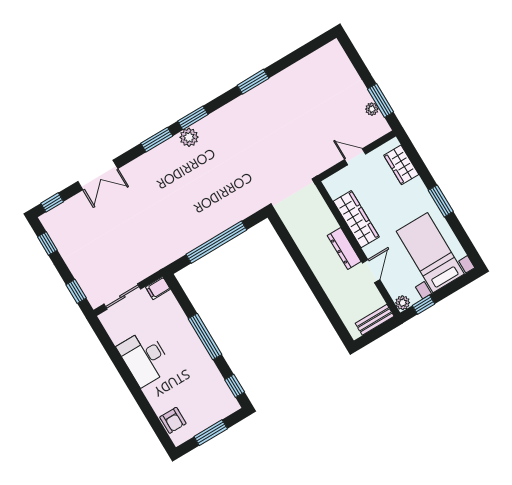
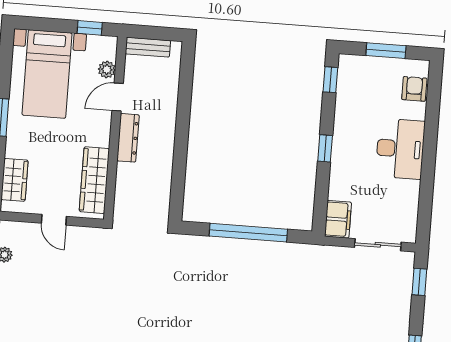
wardrobe: (356, 219) -> (94, 180), moved
filing cabinet: (158, 288) -> (338, 219), width x2.00
plant: (403, 303) -> (107, 70), moved
window: (205, 337) -> (325, 148), width x0.46
desk: (145, 358) -> (400, 149), moved

